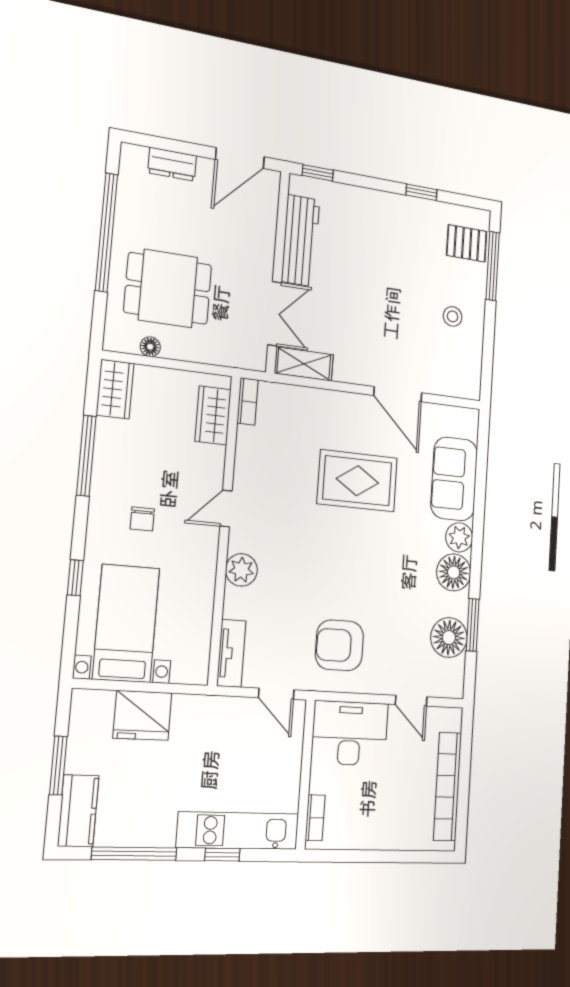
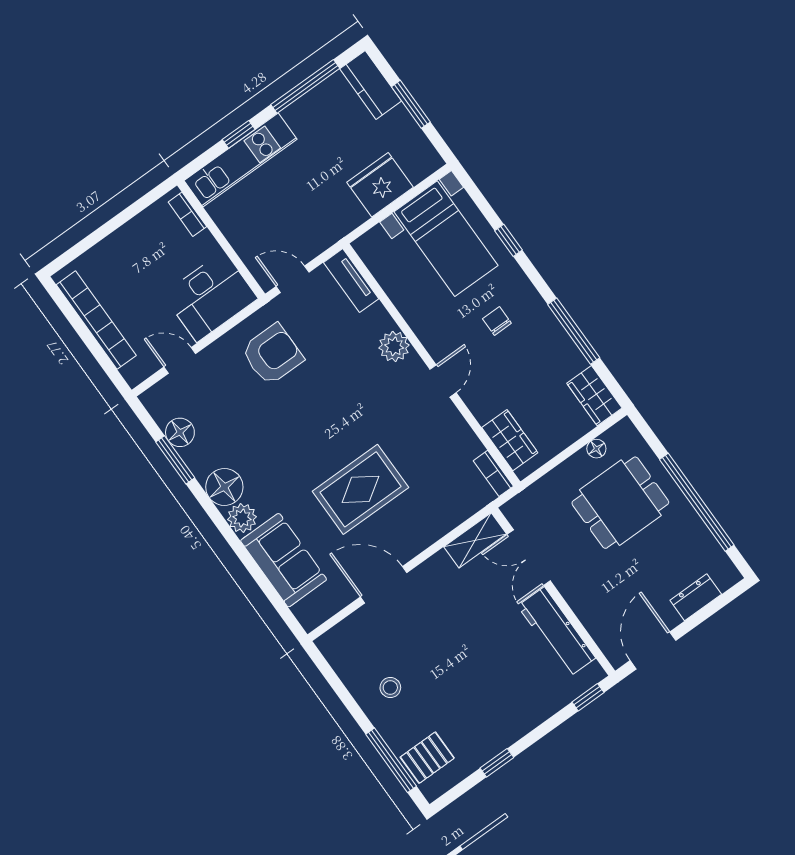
floor lamp: (449, 638) -> (180, 432), width x0.73, depth x0.73

